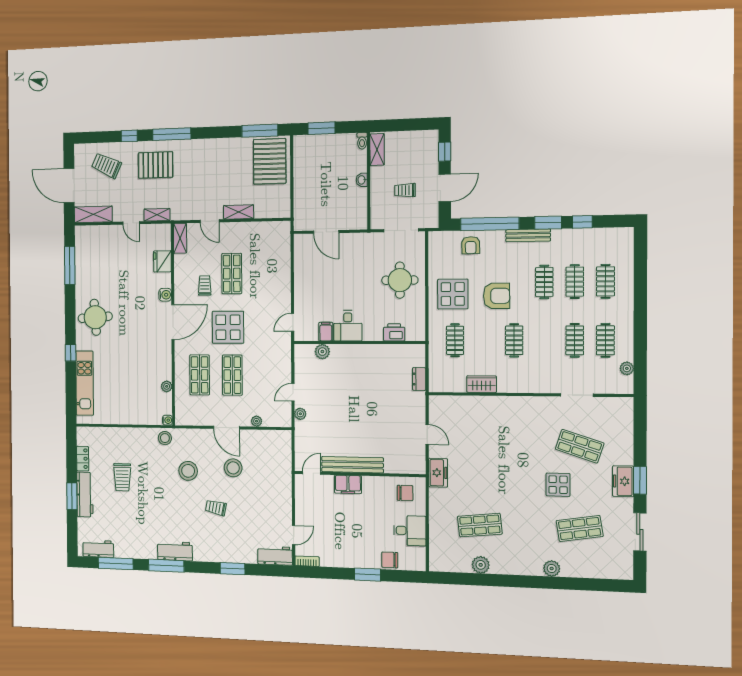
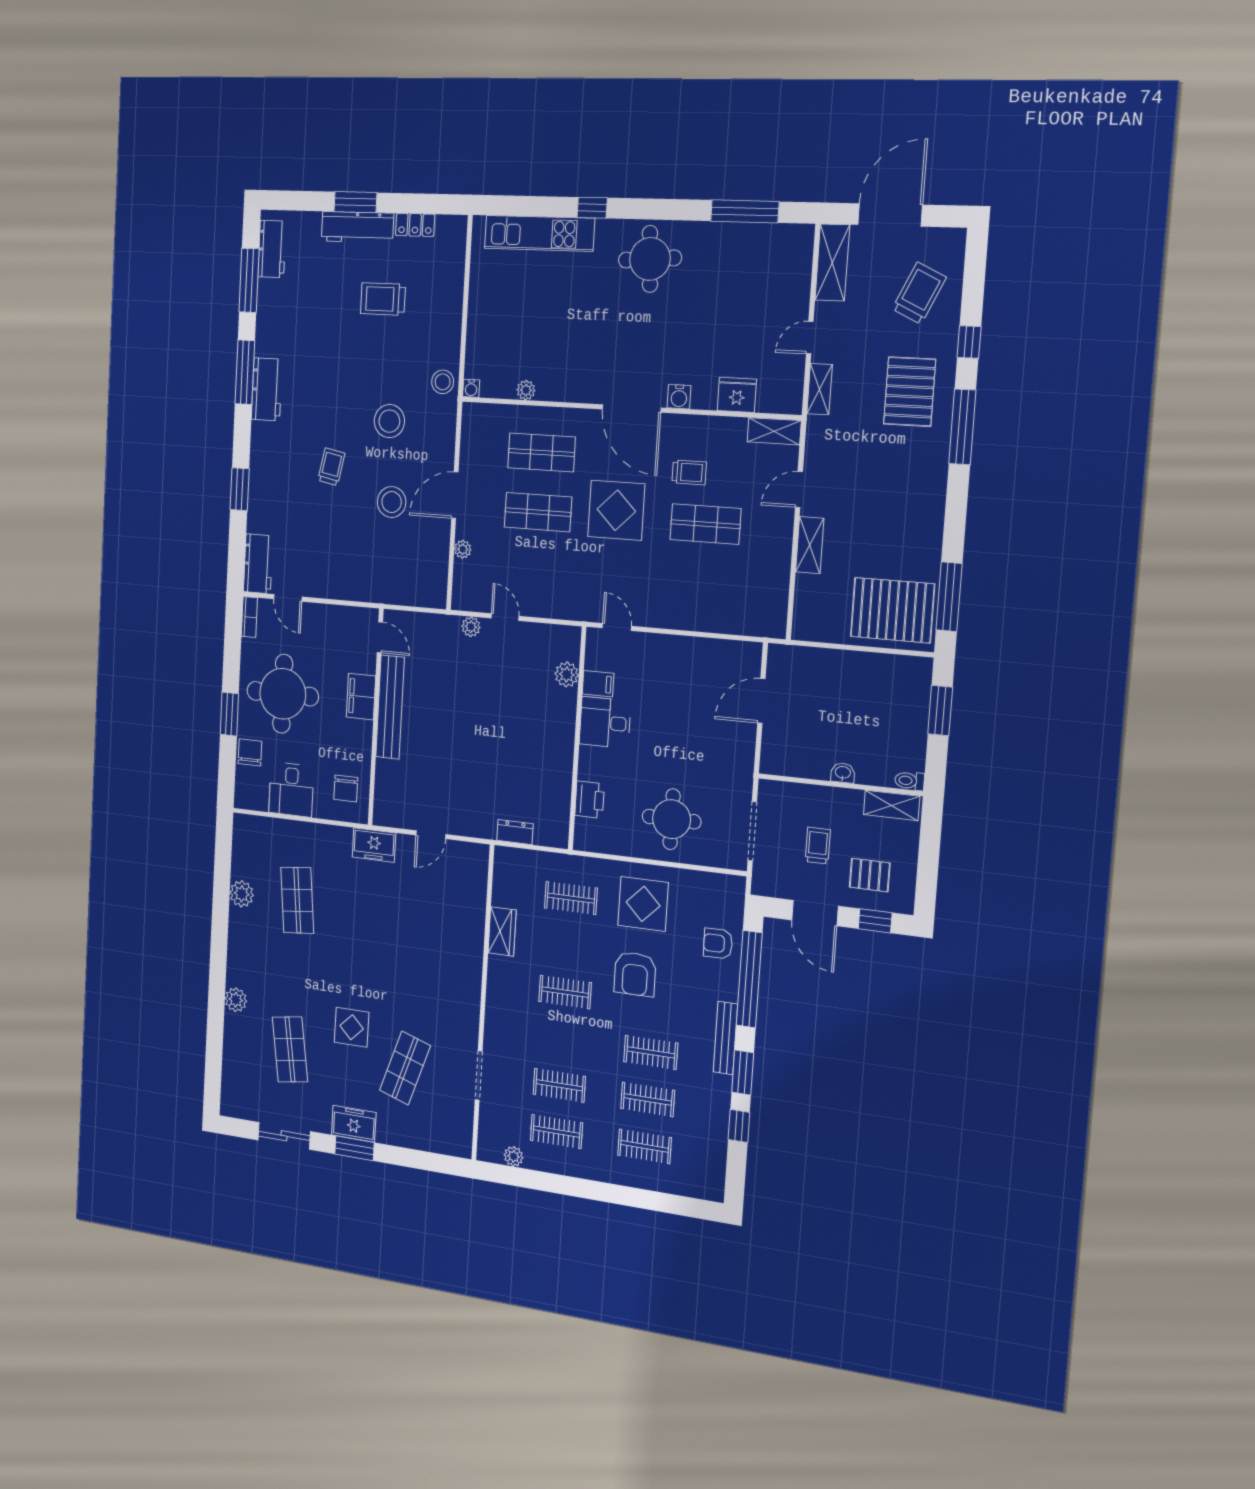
pallet: (418, 158) -> (870, 875), added
round table: (351, 538) -> (283, 694), added

